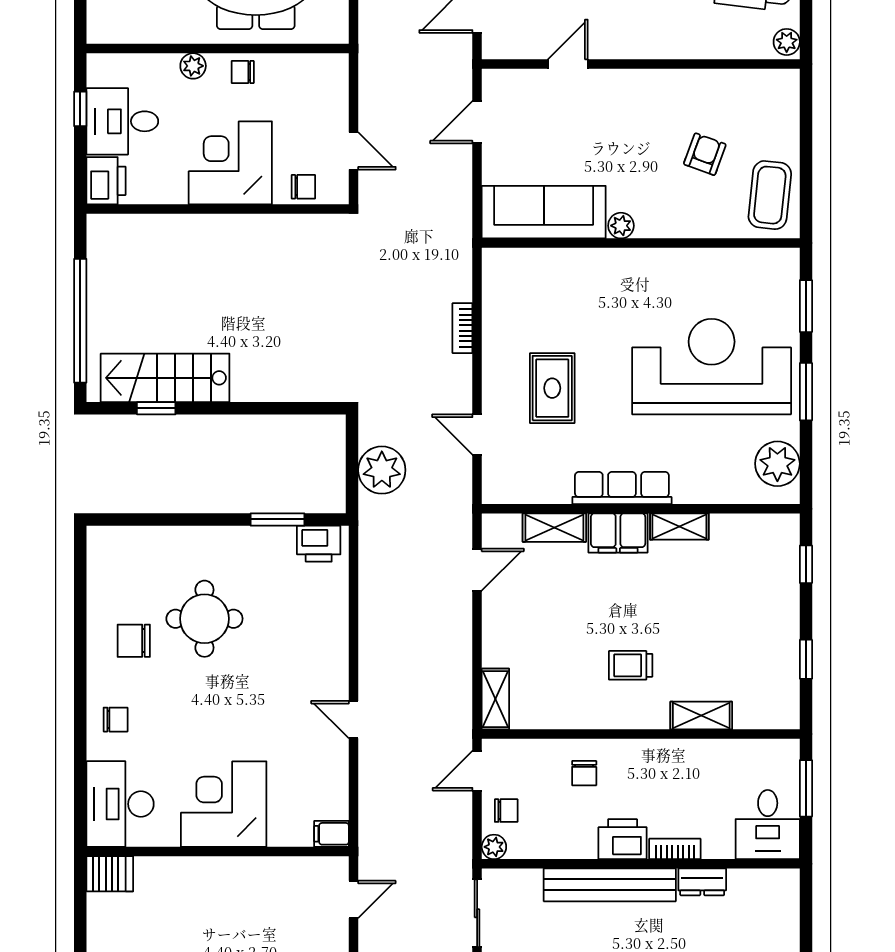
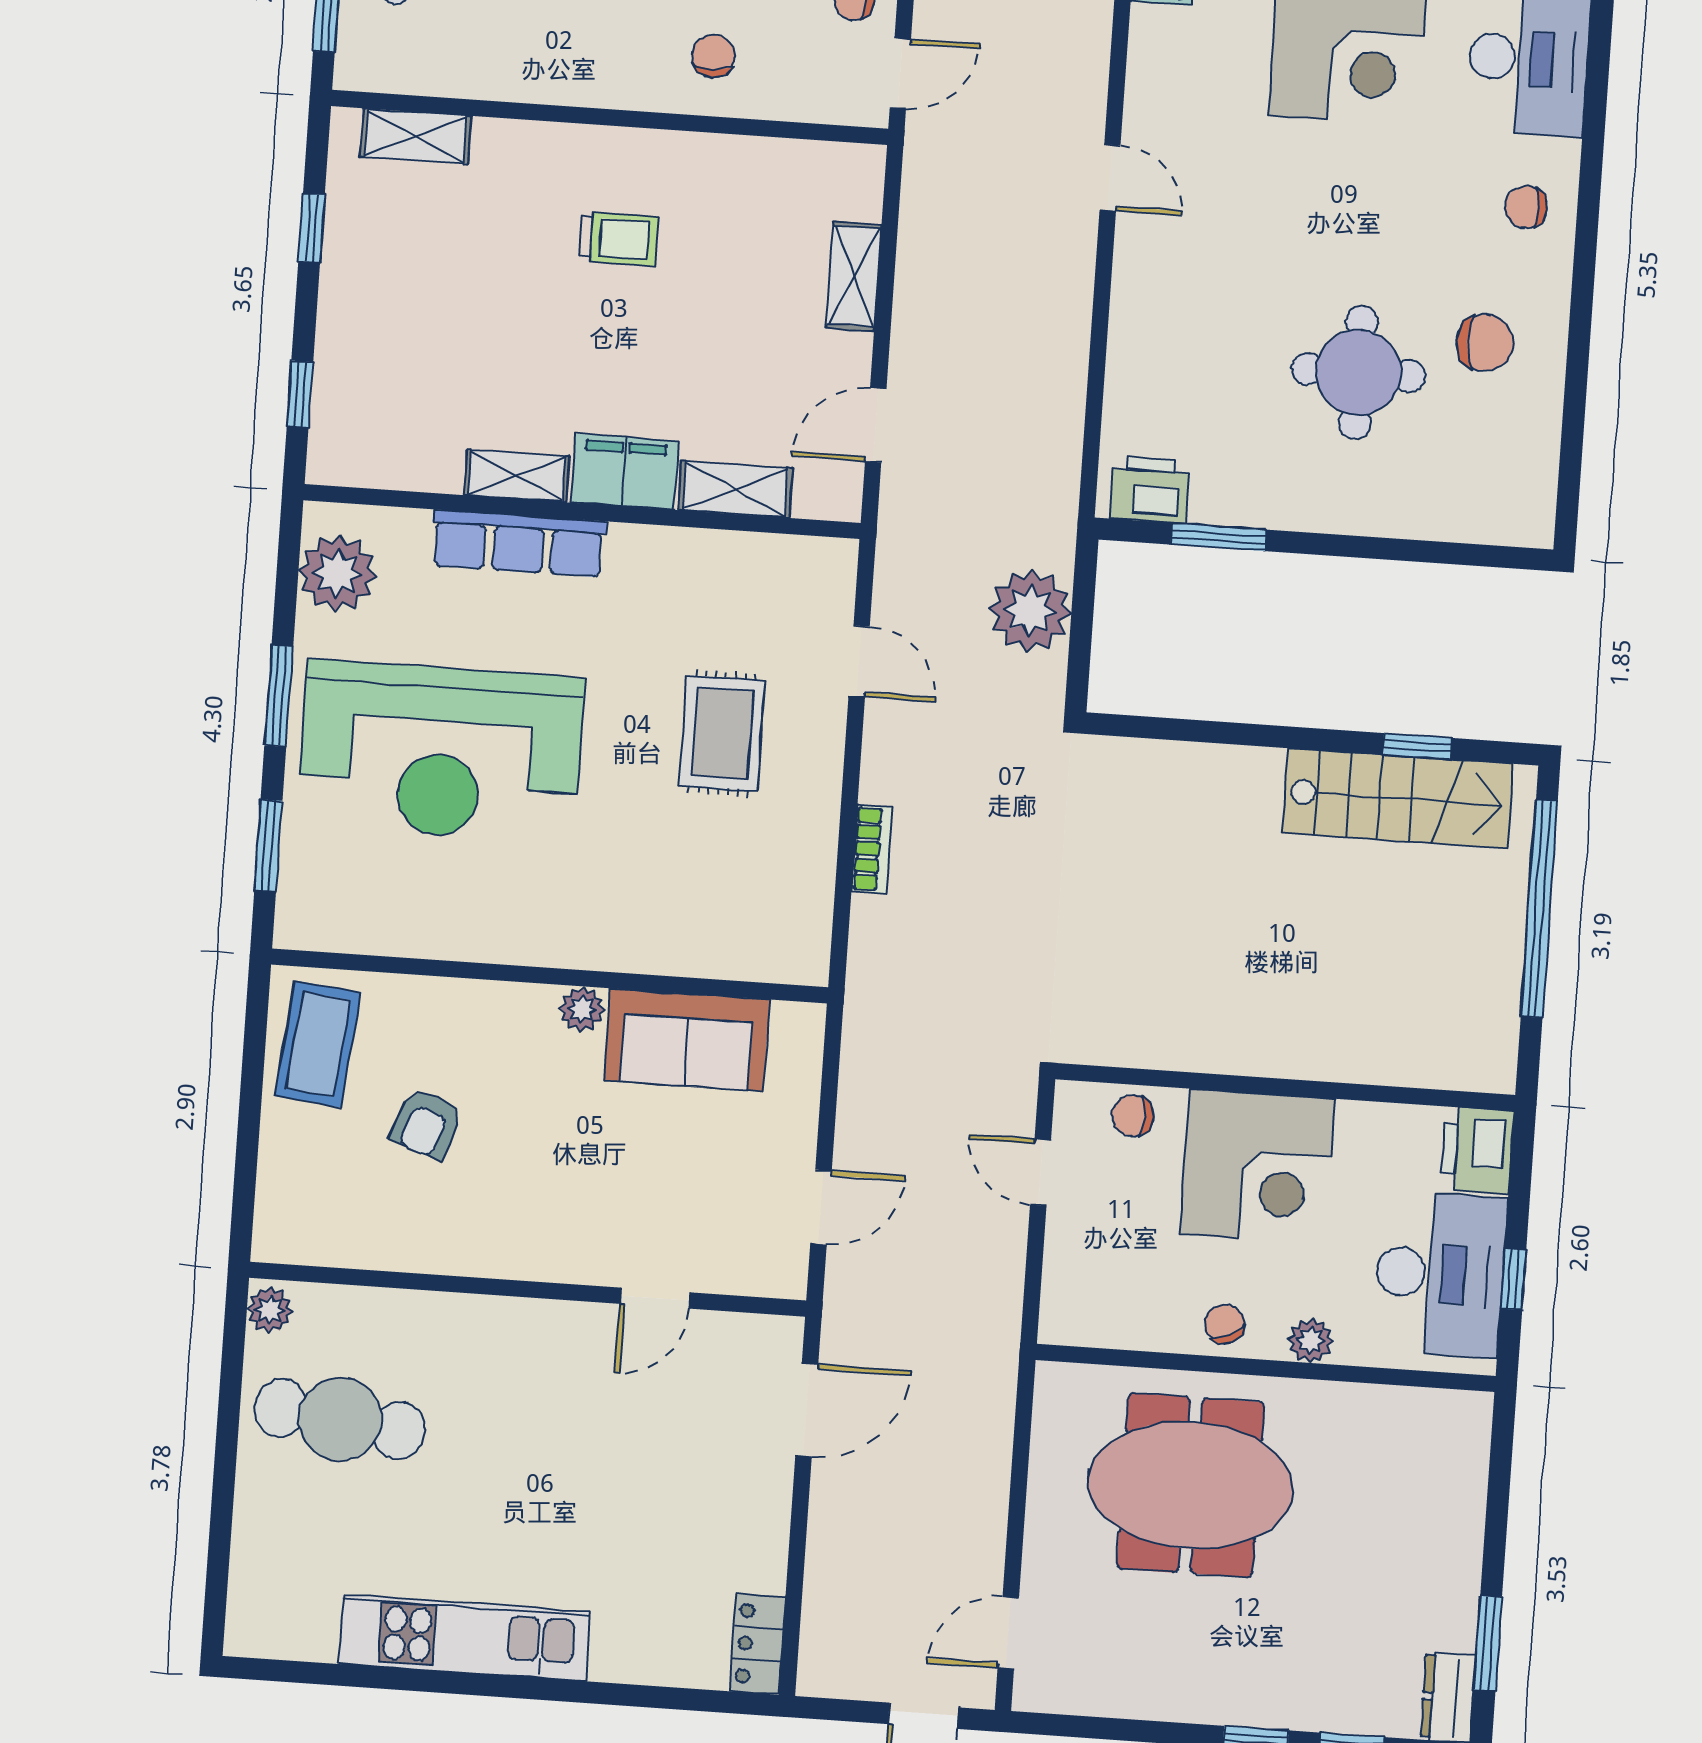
chair: (243, 72) -> (1225, 1324), turned -115
desk: (122, 121) -> (1440, 1274), width x1.37
sofa: (544, 212) -> (687, 1040), width x0.73
row of seats: (622, 488) -> (518, 543), moved
shelving: (495, 699) -> (854, 276), moved
shelving: (701, 716) -> (416, 136), moved

